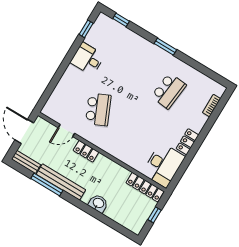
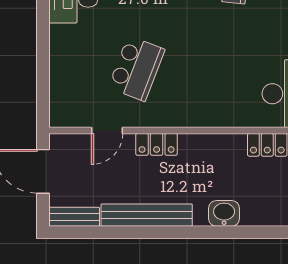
school desk: (98, 109) -> (137, 69), turned 45
window: (47, 185) -> (127, 232), removed

